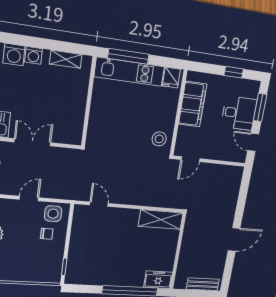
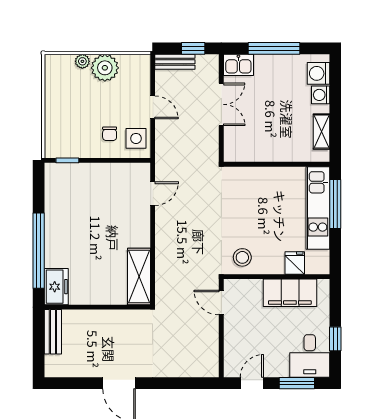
fridge: (171, 78) -> (295, 263), moved, turned 90
desk: (239, 113) -> (310, 356), moved
bench: (203, 284) -> (53, 332), moved

